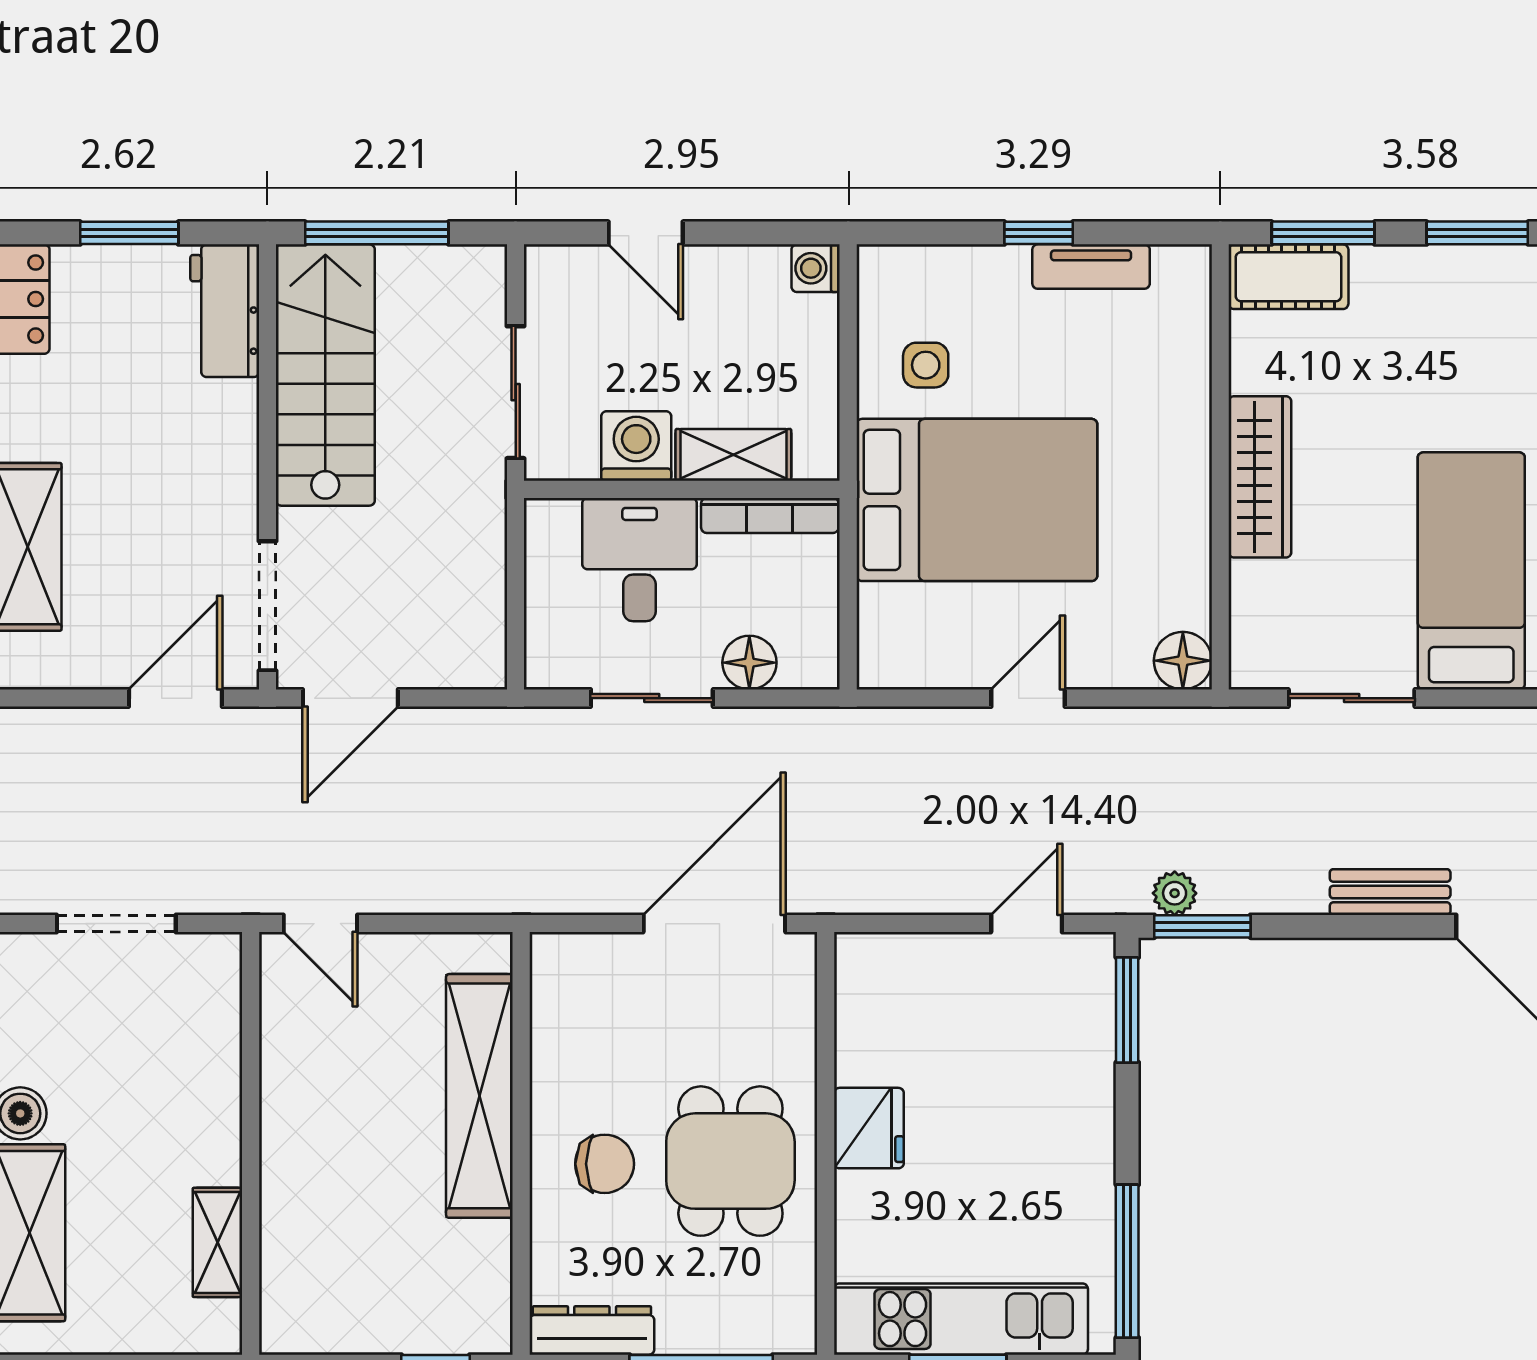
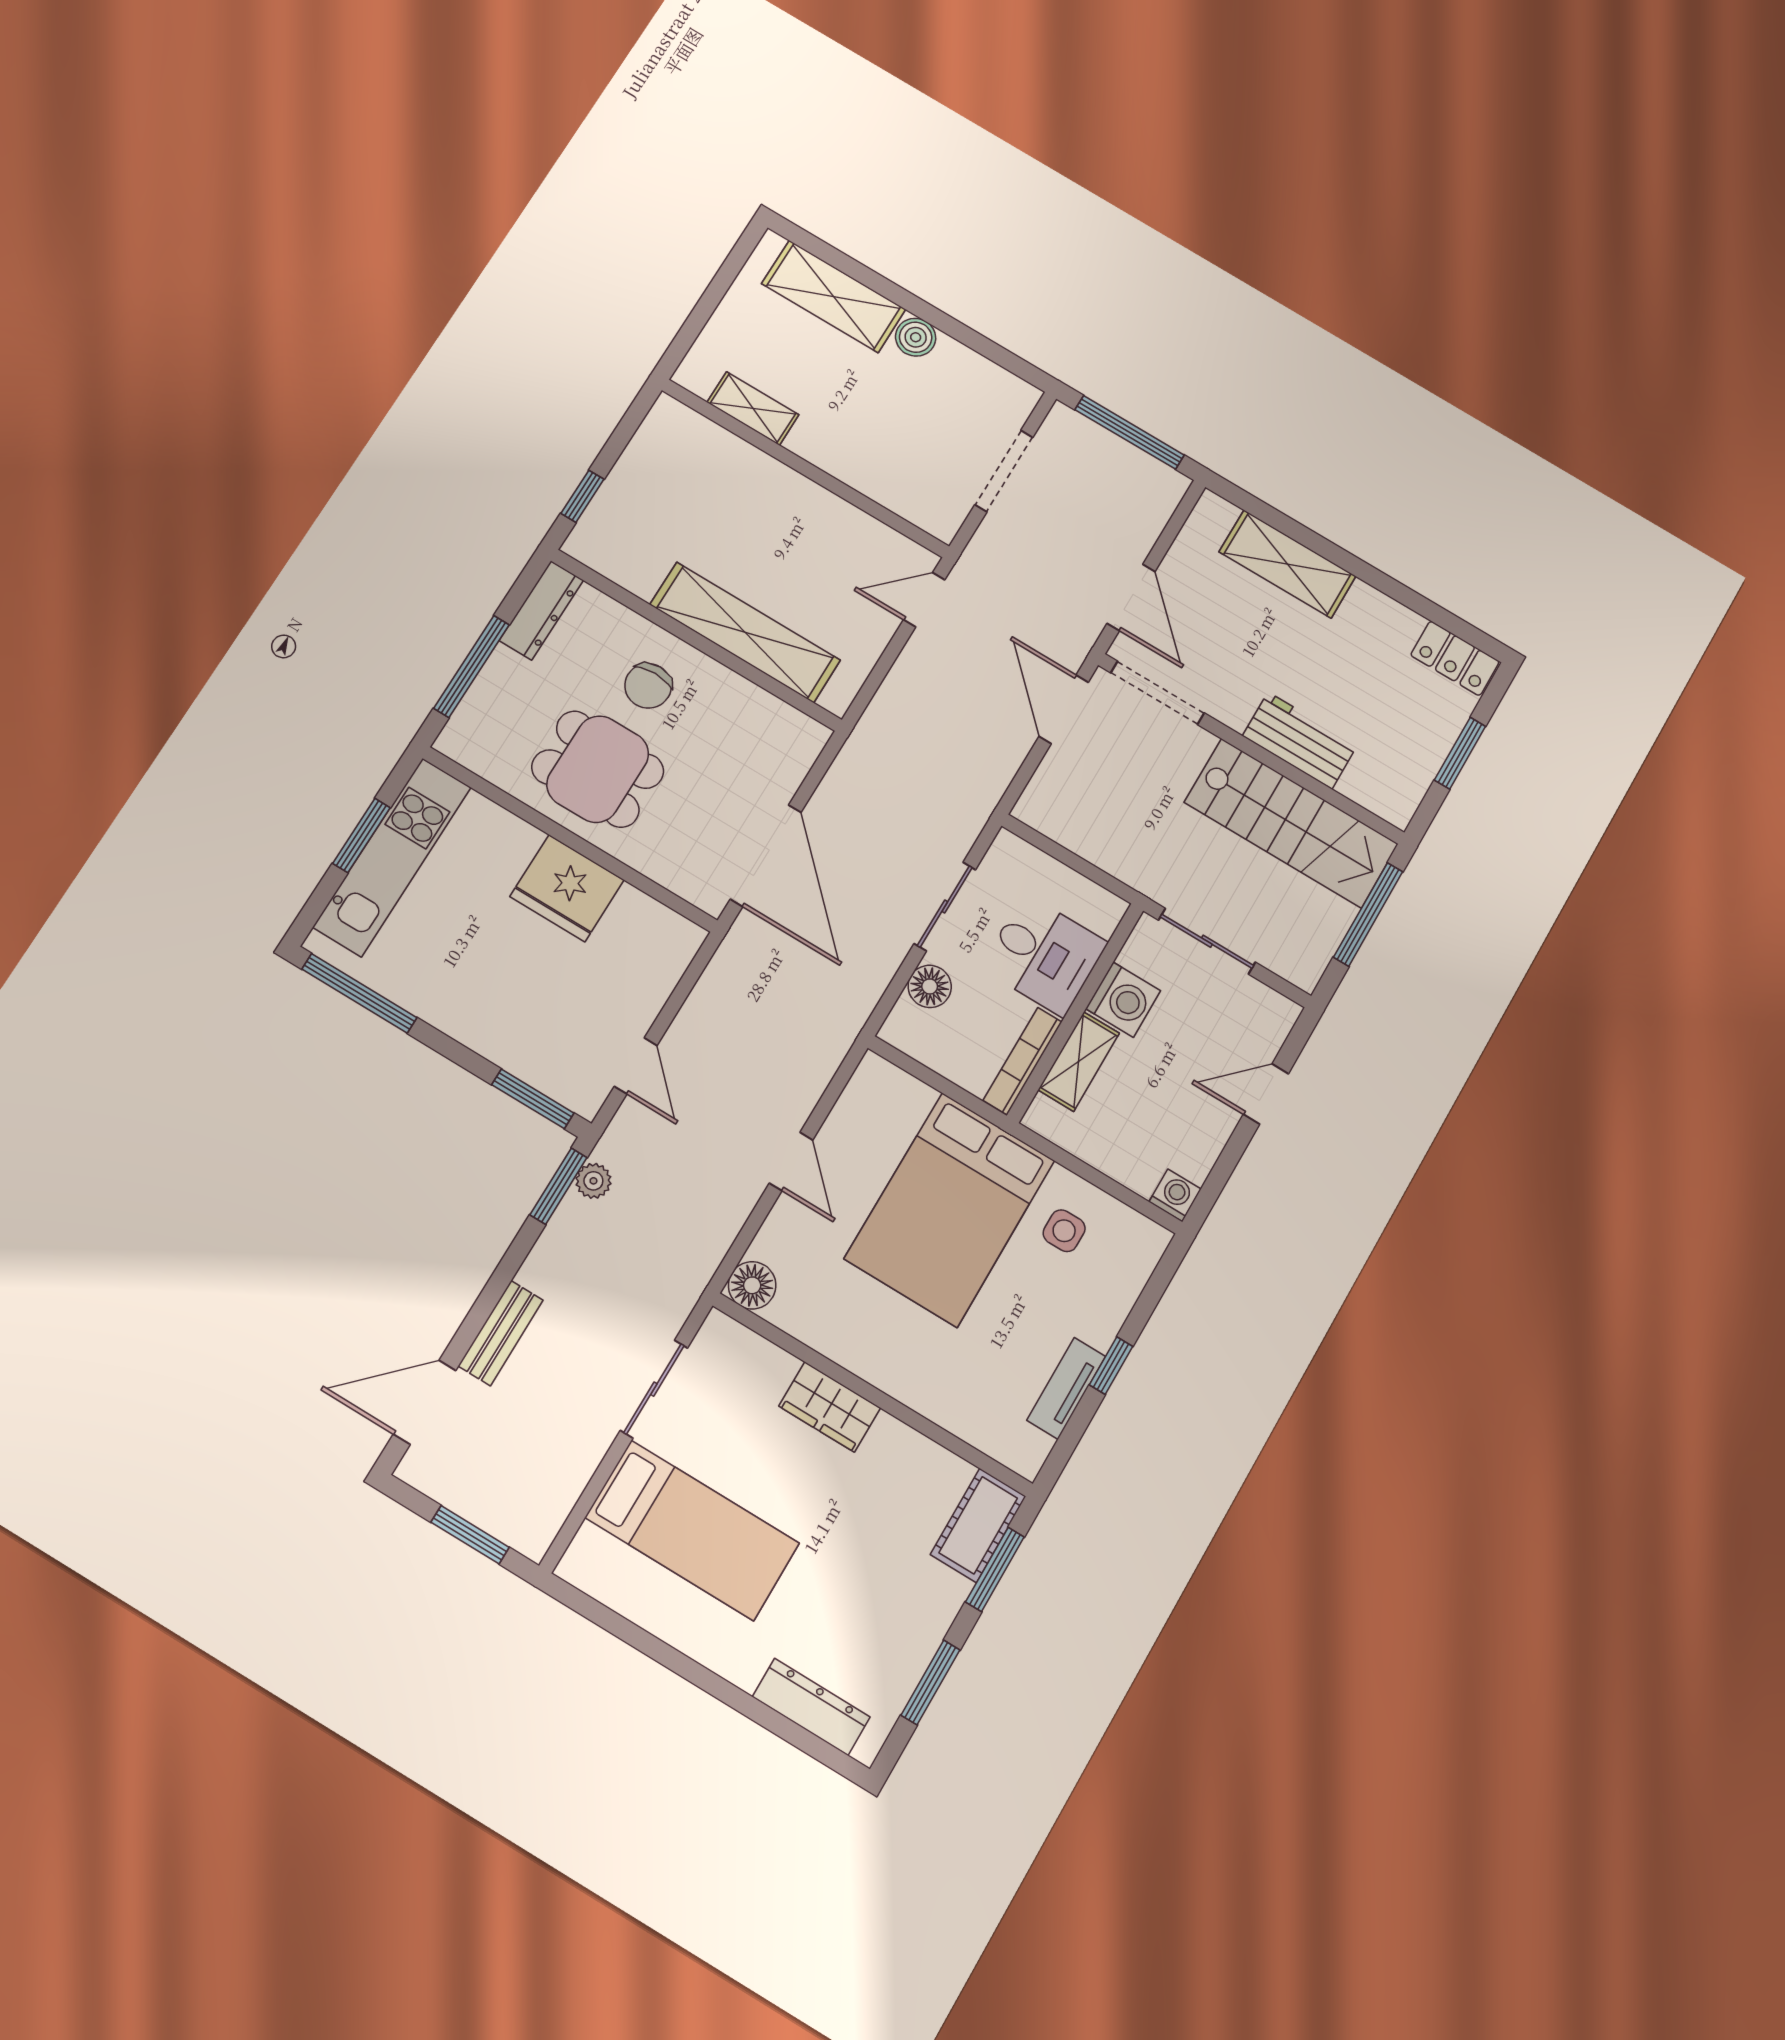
workbench: (225, 311) -> (1300, 740), moved
wardrobe: (1260, 477) -> (830, 1407), width x0.67
fridge: (869, 1128) -> (567, 888), width x1.36, depth x1.34

